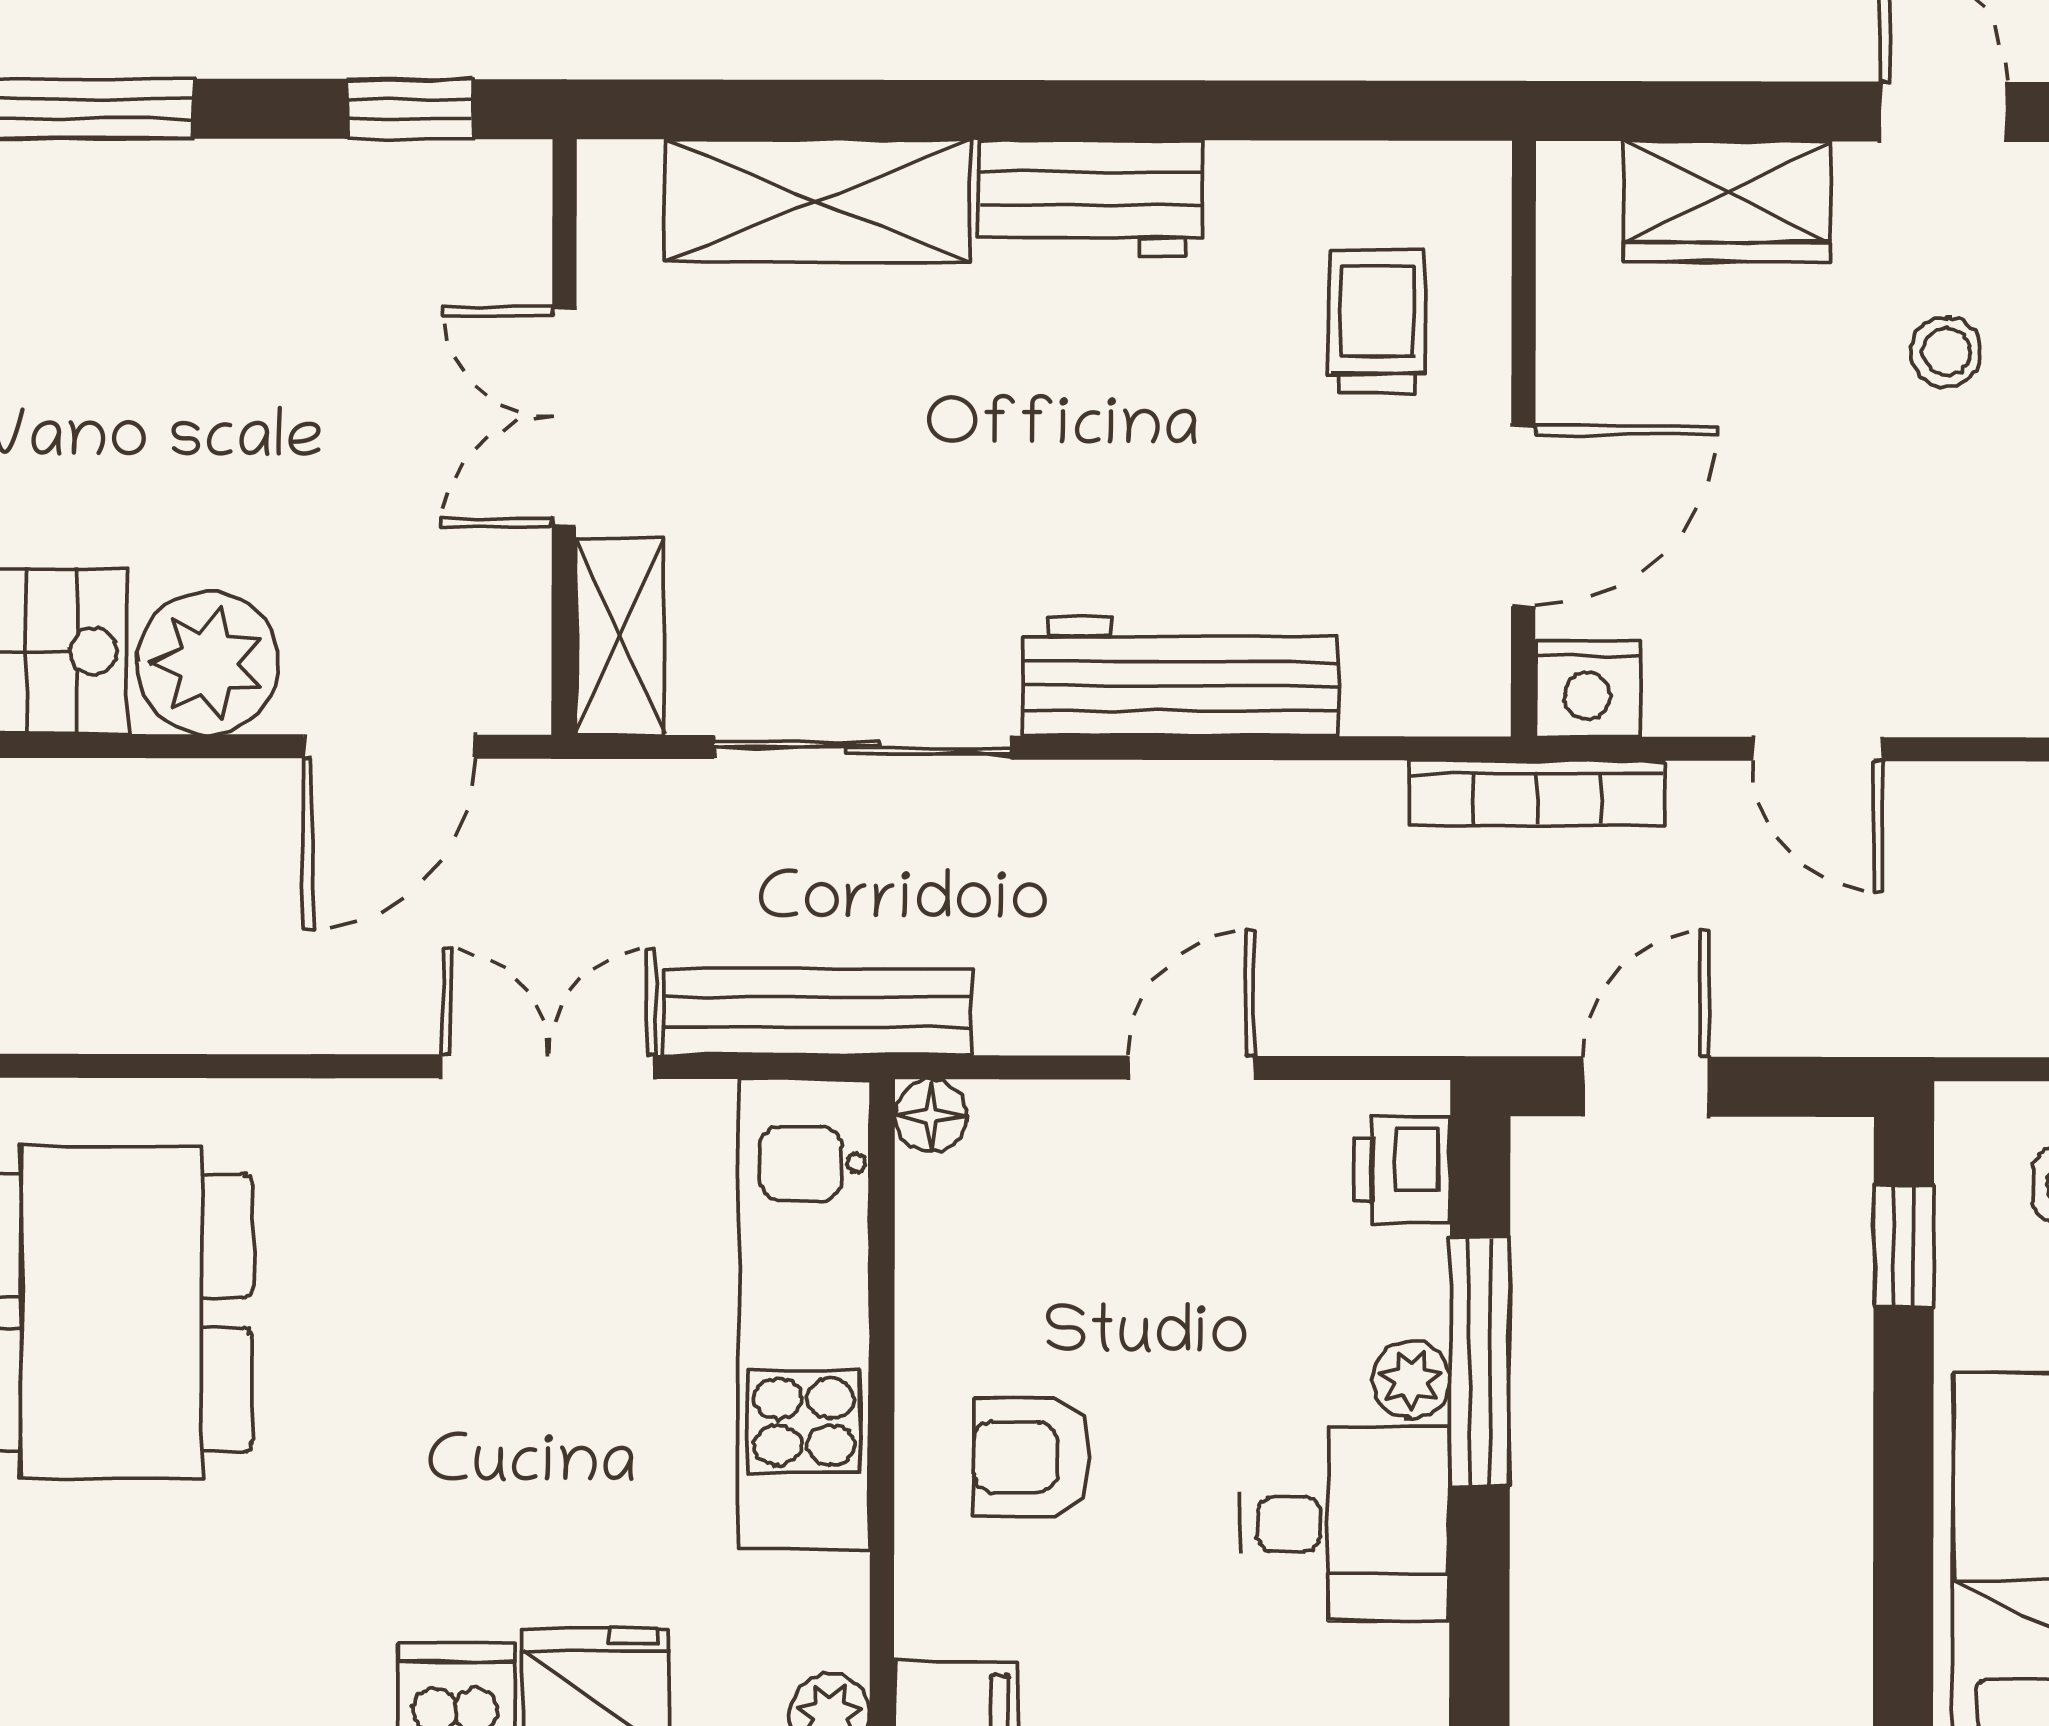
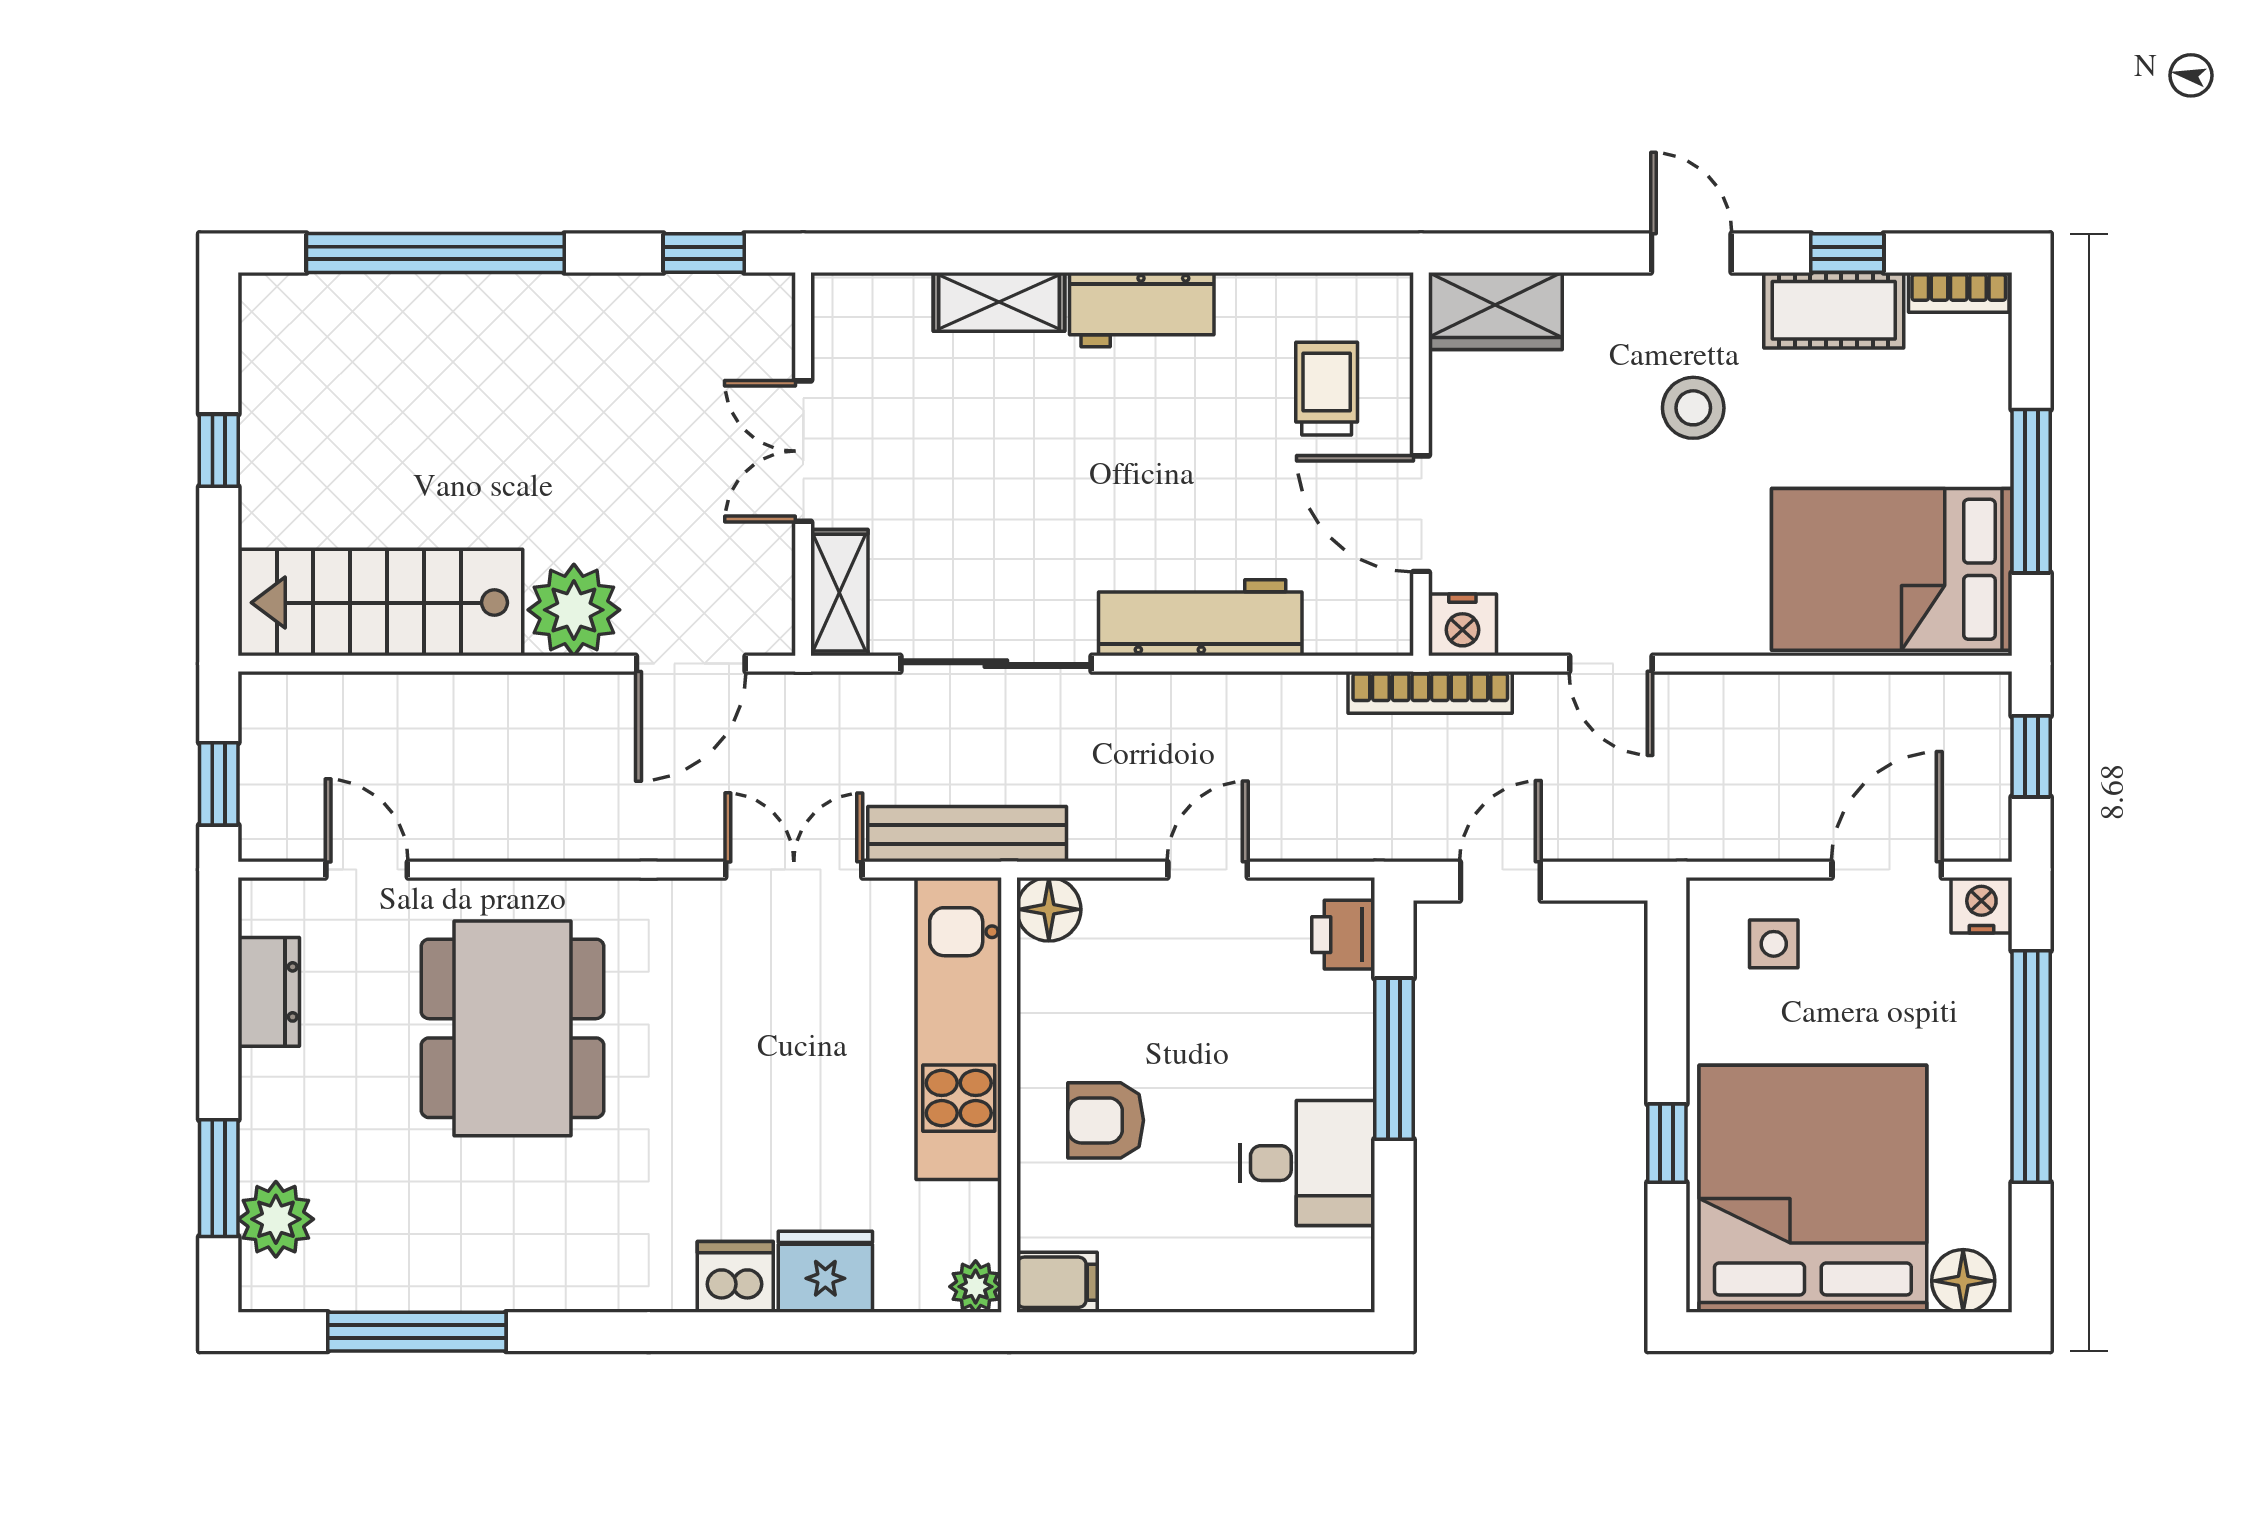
shelving: (817, 201) -> (999, 302), width x0.67, depth x0.75
wardrobe: (1727, 201) -> (1495, 311), moved
stool: (1946, 352) -> (1693, 408), width x1.37, depth x1.37
door: (1523, 516) -> (1421, 514), swing flipped
floor lamp: (931, 1115) -> (1049, 909), width x1.37, depth x1.37
window: (1904, 1246) -> (1667, 1143), moved
plant: (1411, 1380) -> (1350, 1070), removed

